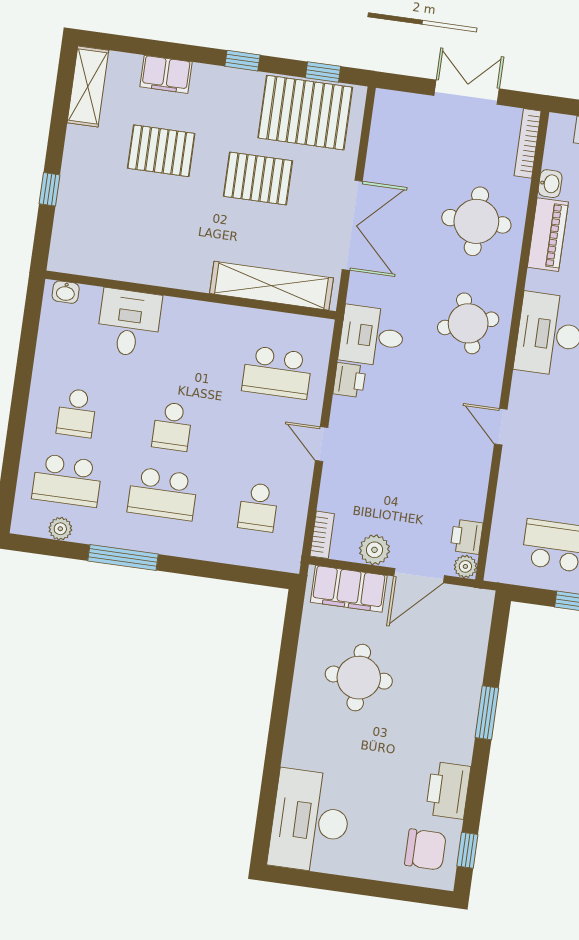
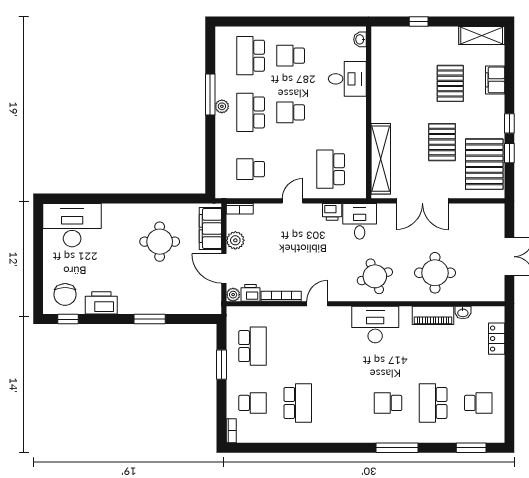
window: (323, 72) -> (509, 153), moved
bookcase: (528, 143) -> (281, 296), moved
plant: (60, 529) -> (222, 106), moved

